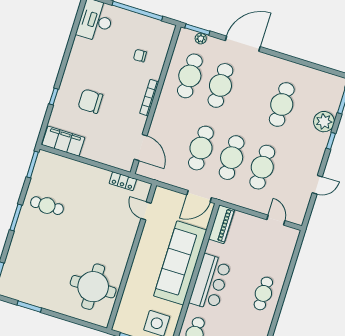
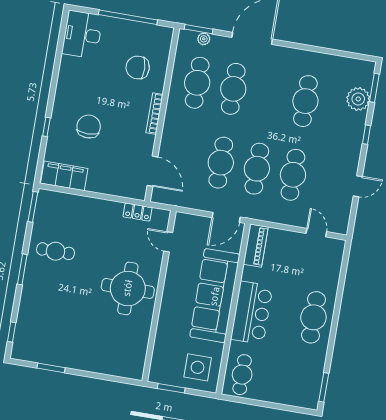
chair: (140, 56) -> (138, 68), width x1.87, depth x1.87
chair: (90, 101) -> (89, 127), turned 90
plant: (324, 122) -> (358, 99), moved
round table: (93, 287) -> (128, 288), moved
cafe table: (263, 293) -> (313, 317), width x1.37, depth x1.35

